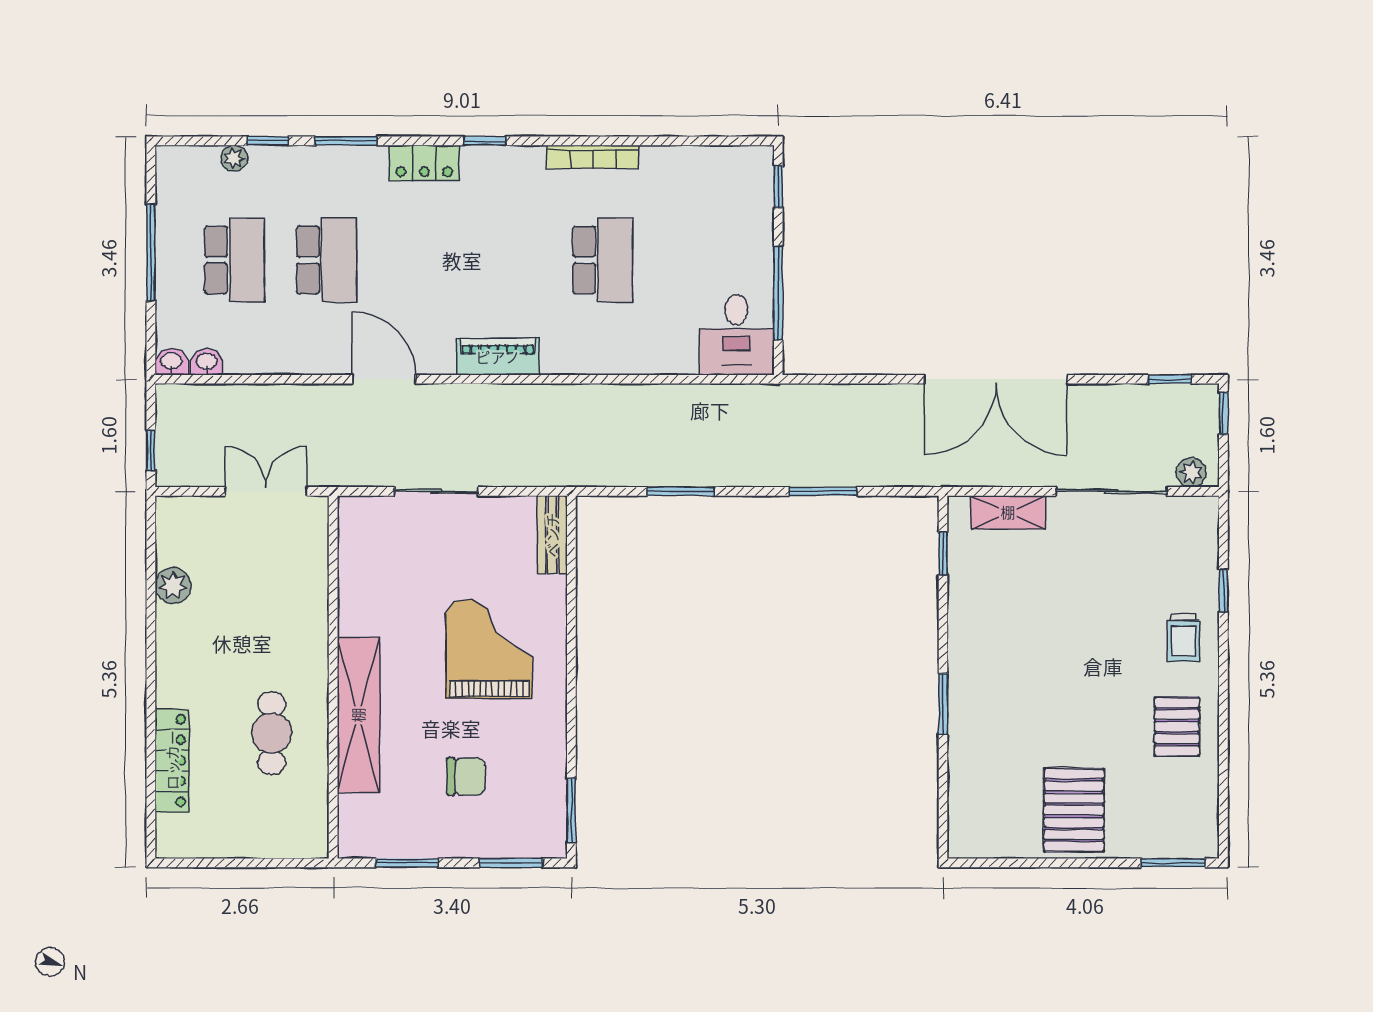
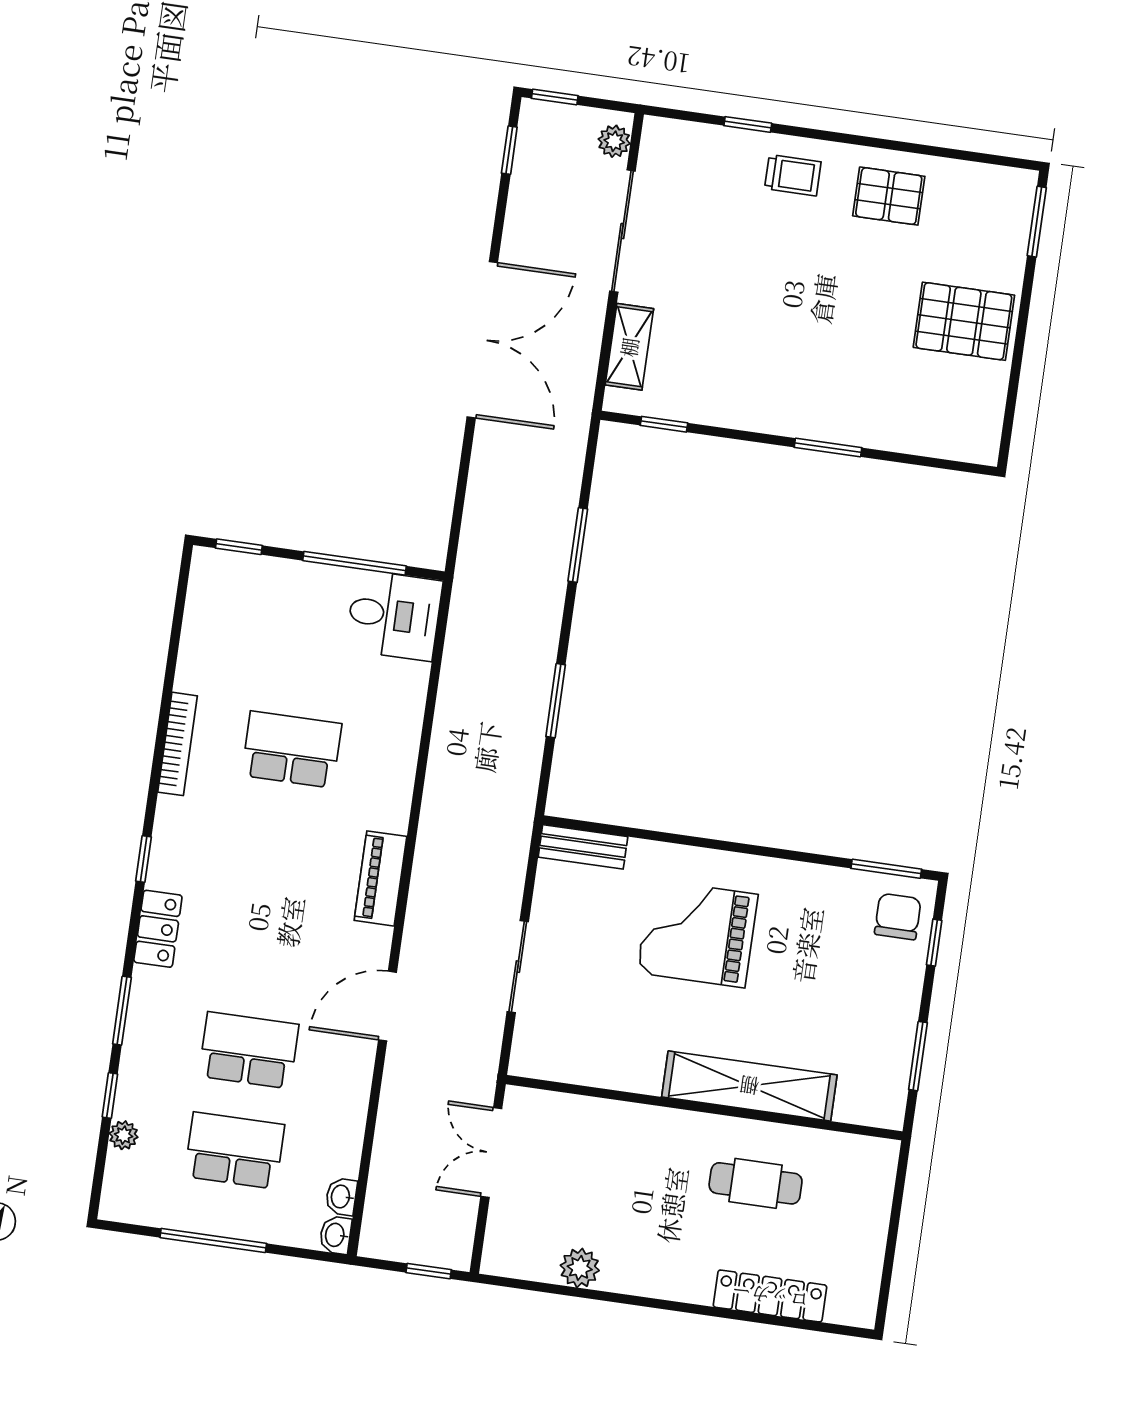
chair: (466, 777) -> (898, 917), moved
window: (511, 863) -> (934, 943), width x0.67

